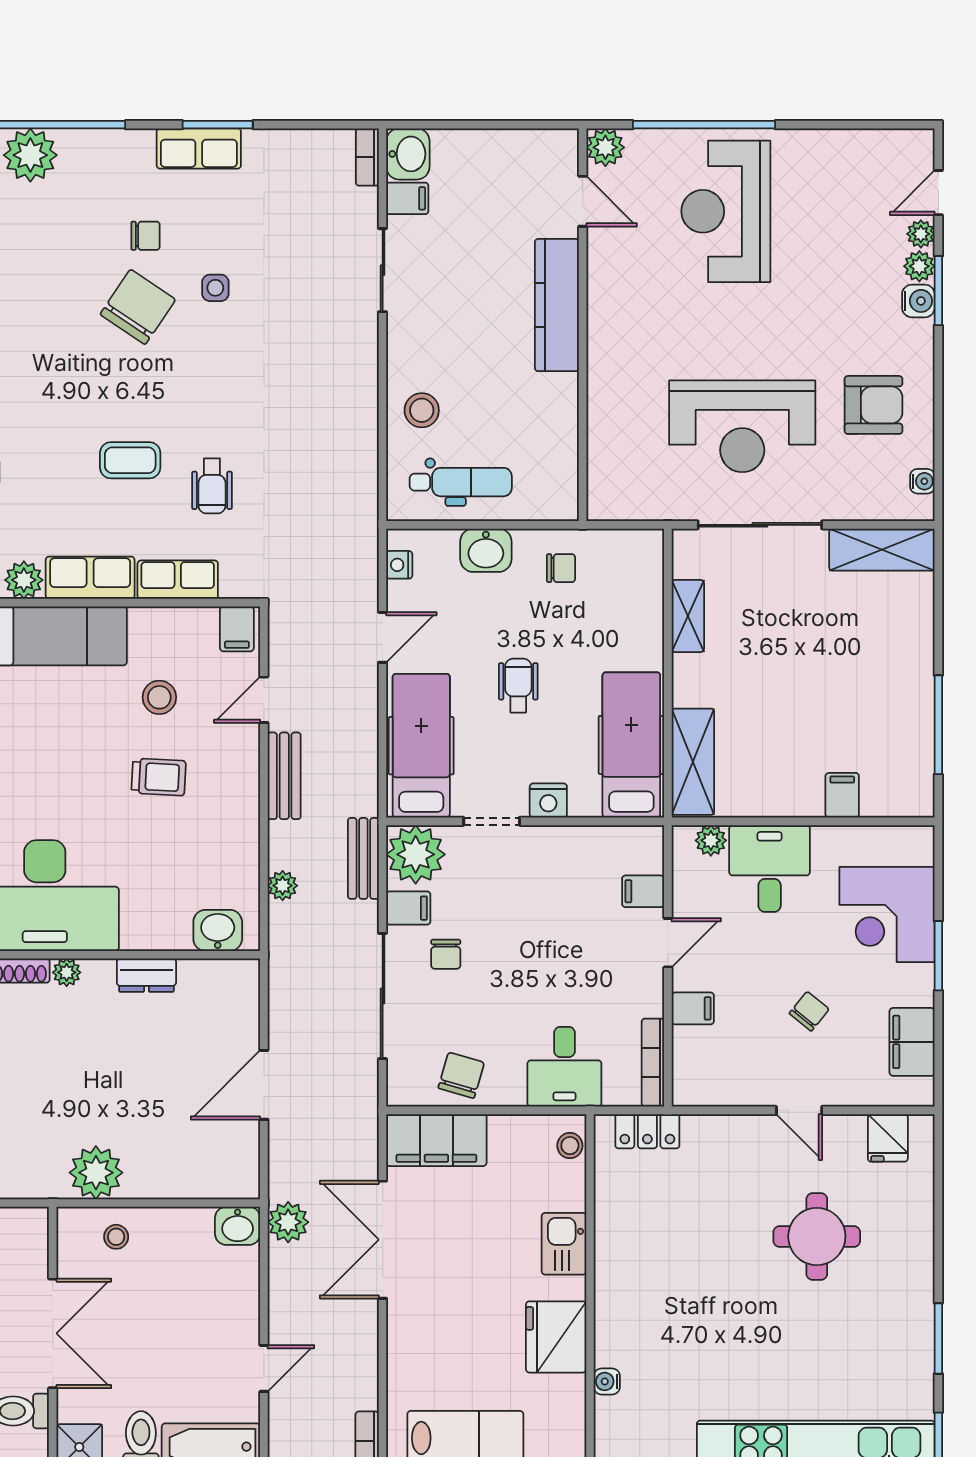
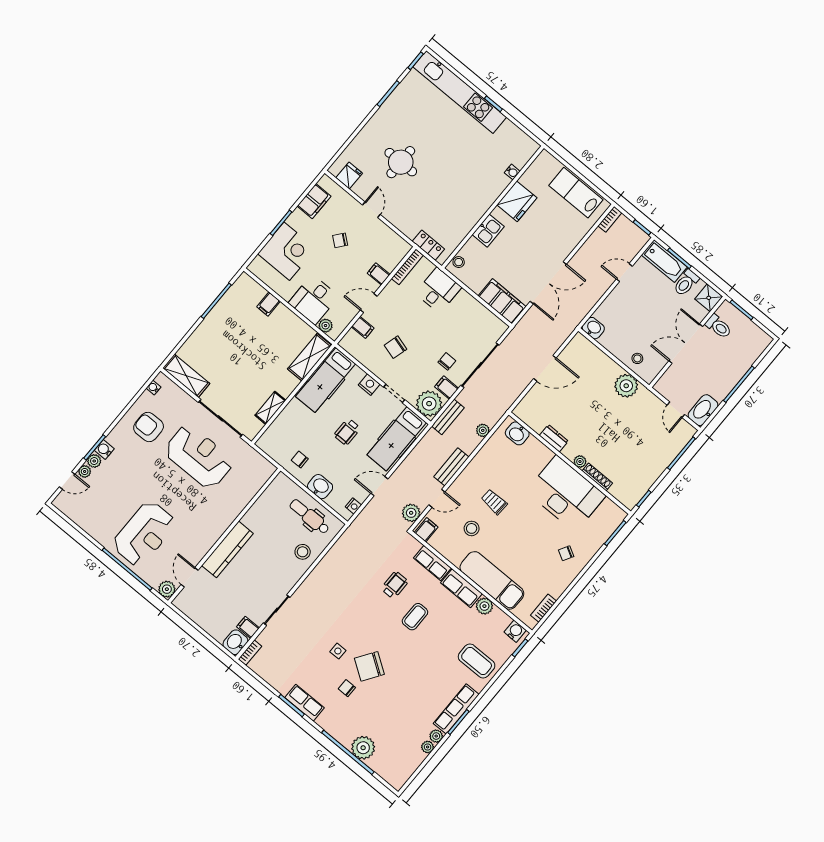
coffee table: (130, 460) -> (415, 617), turned 90
chair: (461, 1075) -> (395, 347), moved
plant: (288, 1222) -> (411, 513), moved

